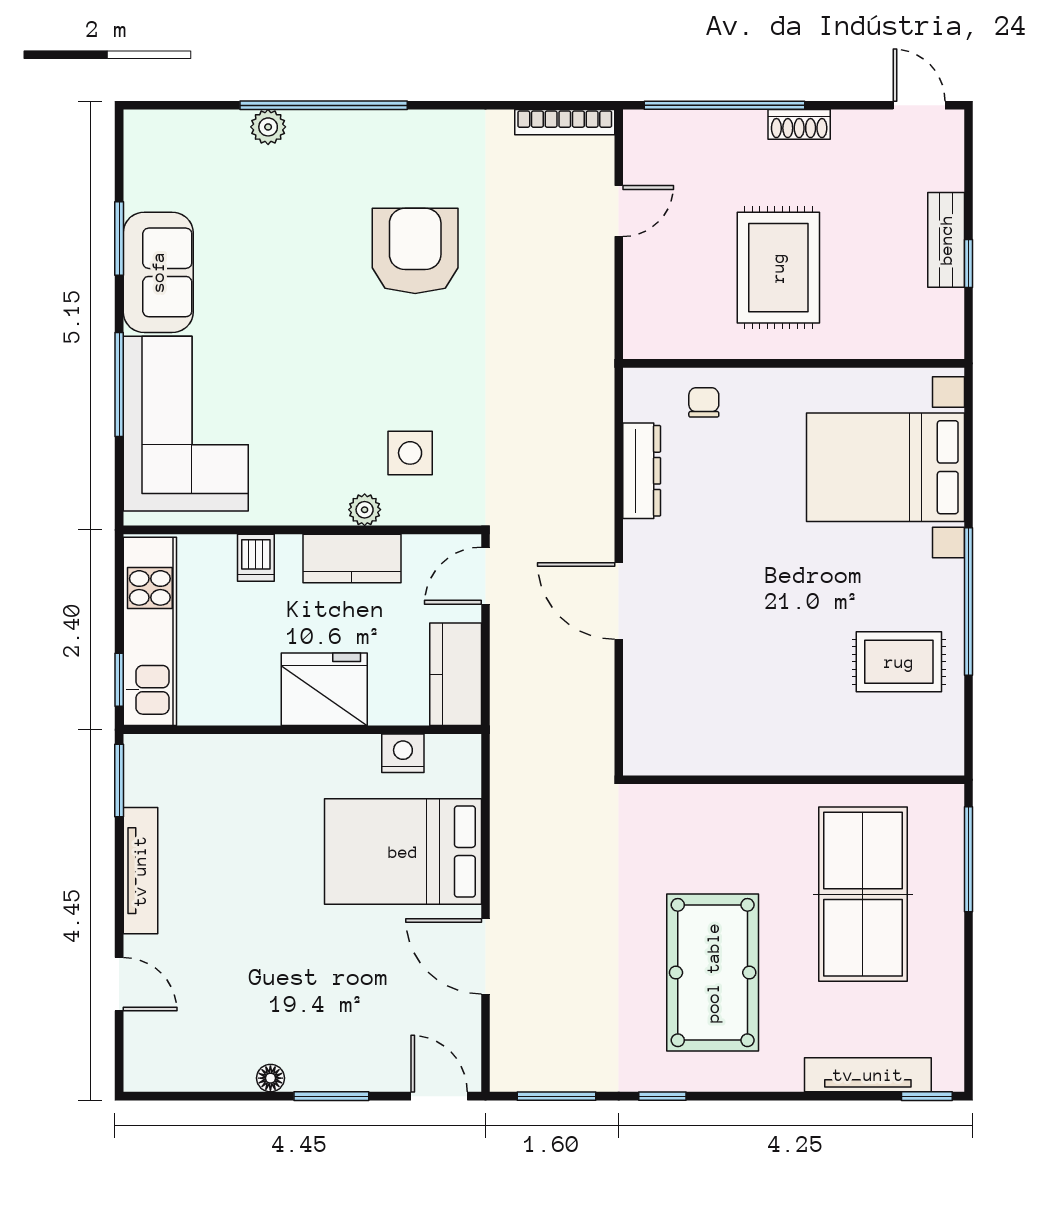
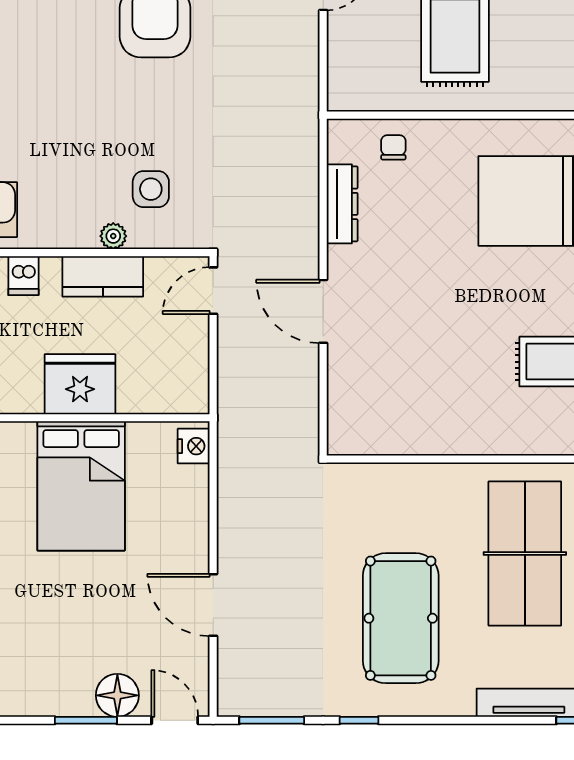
kitchen counter: (456, 674) -> (188, 372), removed
nightstand: (403, 753) -> (194, 446), moved, turned 90
bed: (403, 852) -> (81, 486), moved, turned -90
floor lamp: (270, 1078) -> (117, 695), moved, width x1.89, depth x1.89

